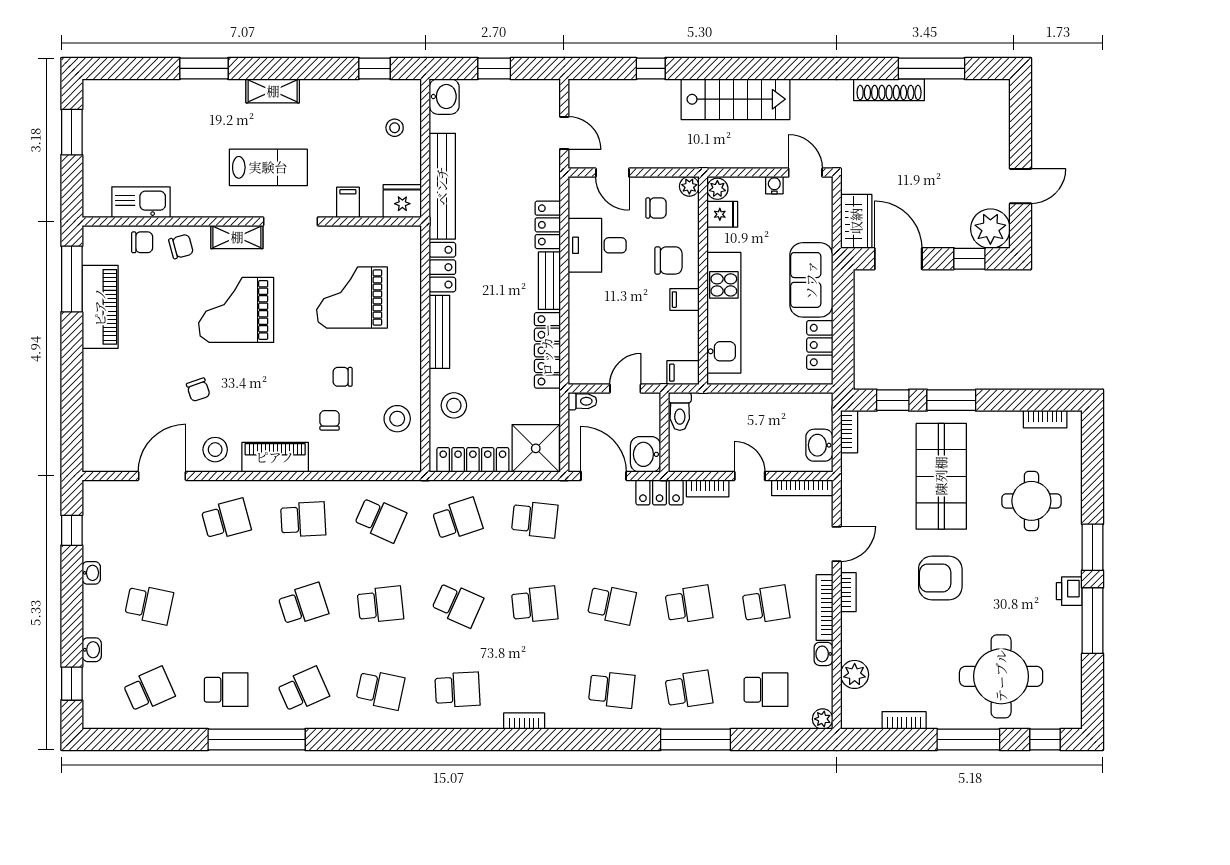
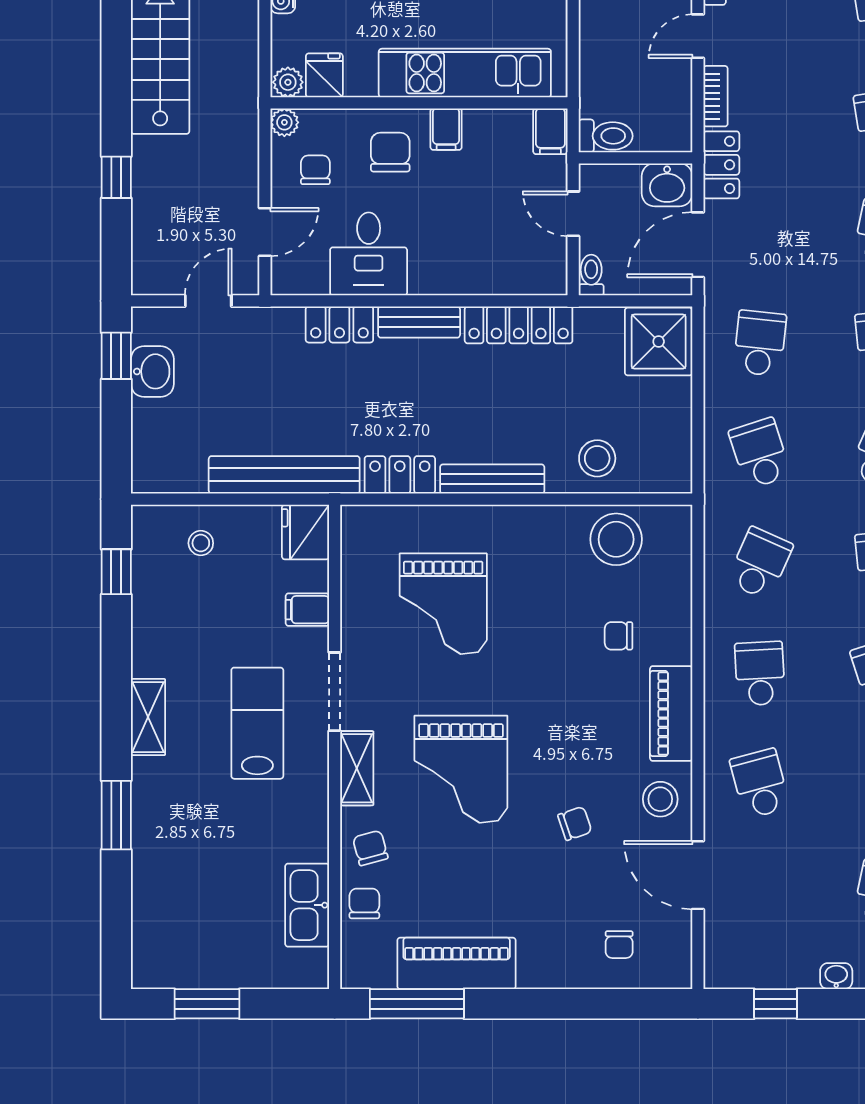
window: (494, 68) -> (116, 356), moved
washbasin: (444, 97) -> (152, 371), moved, turned 90
chair: (343, 377) -> (619, 945), moved
stool: (397, 419) -> (616, 539), width x1.38, depth x1.38
locker: (473, 460) -> (675, 431), removed

